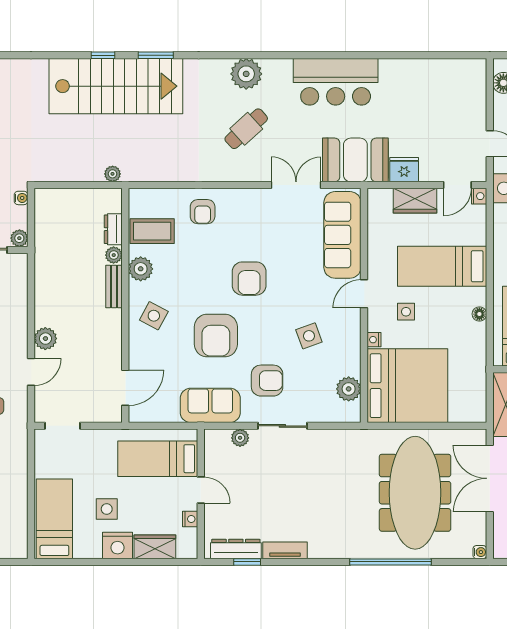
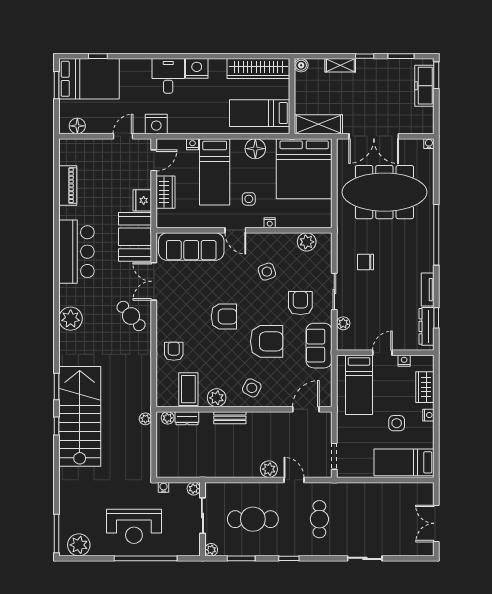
piano: (424, 70) -> (68, 185), added
cafe table: (246, 129) -> (131, 316), moved
door: (457, 185) -> (154, 160), hinge flipped
nightstand: (479, 196) -> (192, 144), moved
armchair: (203, 212) -> (174, 351), turned -90
plant: (114, 255) -> (168, 418), moved
floor lamp: (479, 314) -> (255, 149), width x1.89, depth x1.89
bed: (407, 386) -> (304, 169), moved, turned 180
door: (125, 388) -> (306, 409), hinge flipped
chair: (322, 467) -> (366, 262), added
nightstand: (118, 545) -> (428, 415), width x0.53, depth x0.56
window: (390, 562) -> (436, 235), moved

